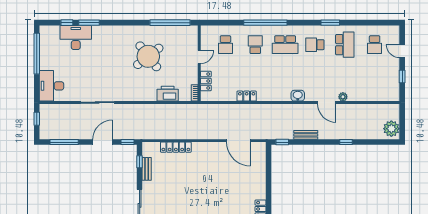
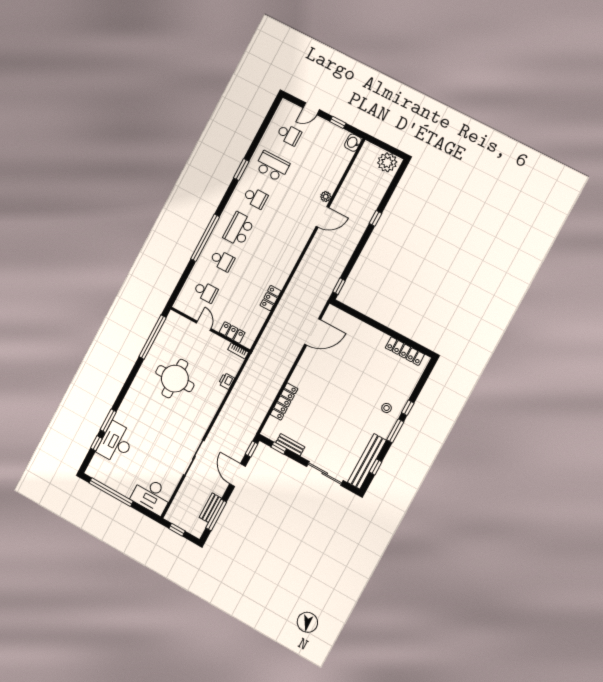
school desk: (255, 45) -> (222, 260), turned 180
school desk: (285, 45) -> (239, 229), turned 180
school desk: (315, 45) -> (255, 198), turned -90
round table: (148, 56) -> (175, 379), turned 38
printer: (168, 94) -> (226, 381), width x0.53, depth x0.68
washbasin: (298, 96) -> (353, 143), moved
bench: (306, 135) -> (210, 508), moved

